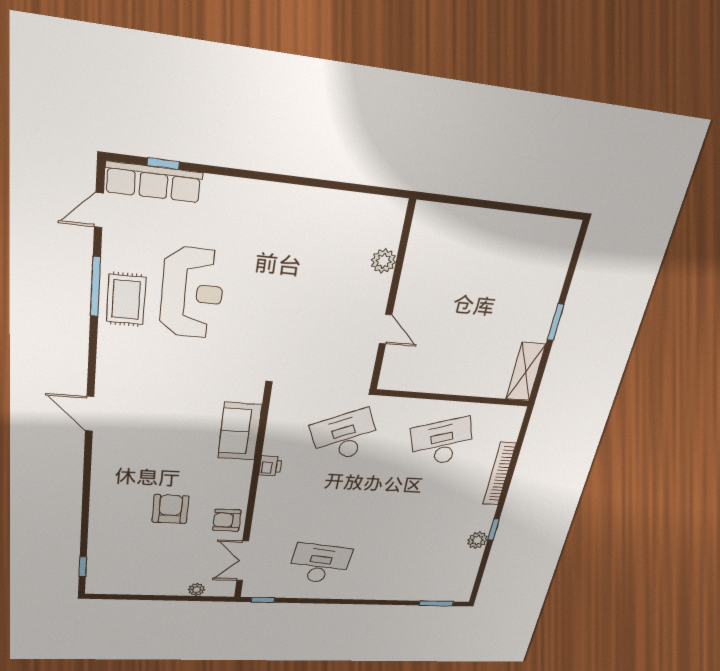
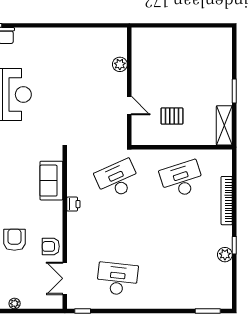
pallet: (450, 351) -> (172, 116), added
plant: (197, 590) -> (15, 304), moved

